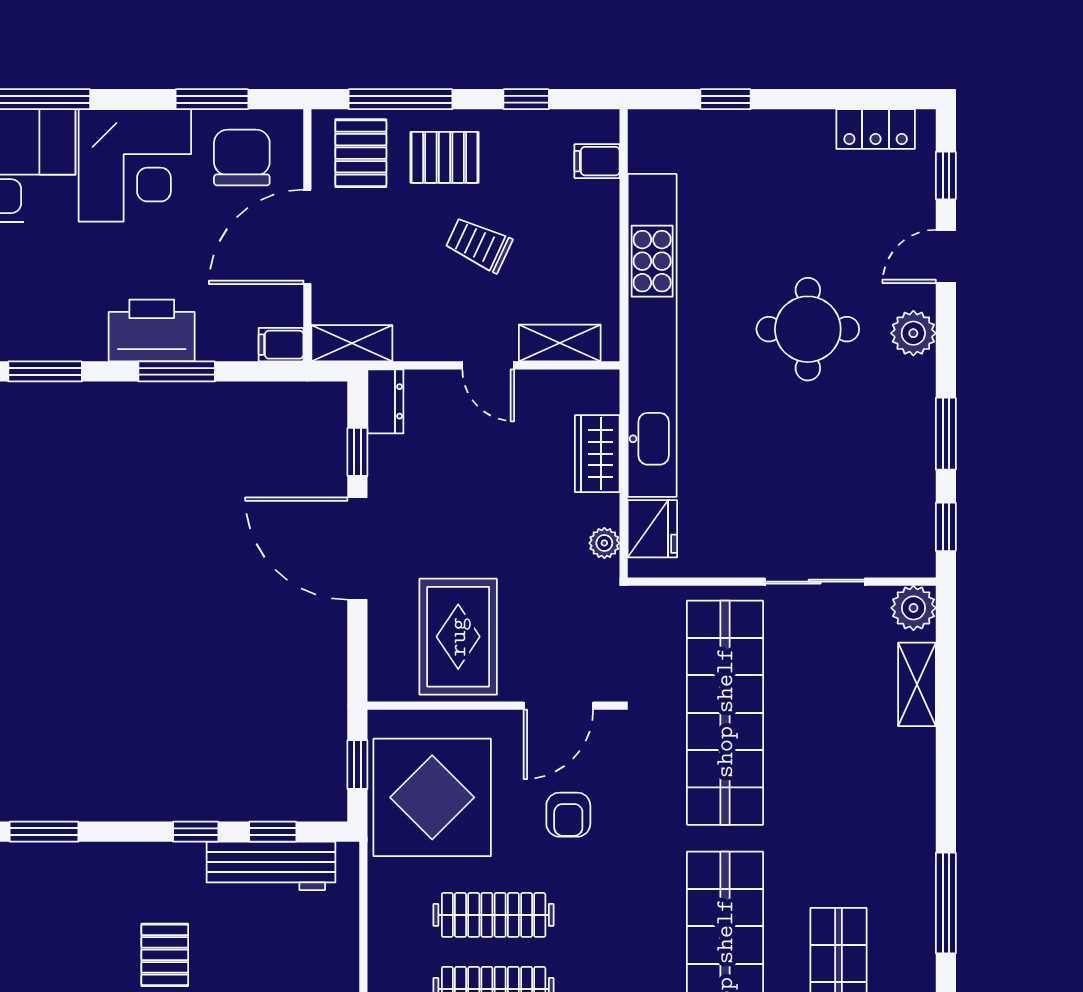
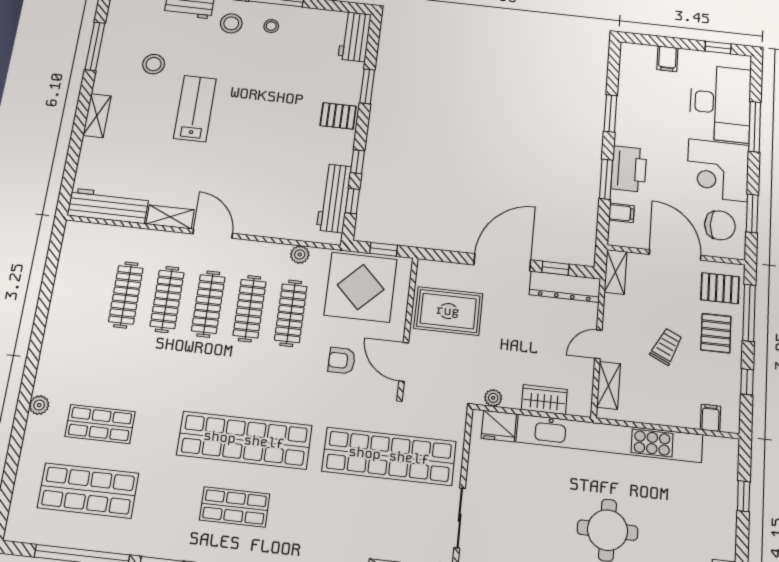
filing cabinet: (281, 345) -> (621, 213), moved, turned 90
dresser: (385, 401) -> (565, 287), width x1.96, depth x1.24
plant: (384, 914) -> (300, 255), added
pallet: (165, 955) -> (338, 116), moved

